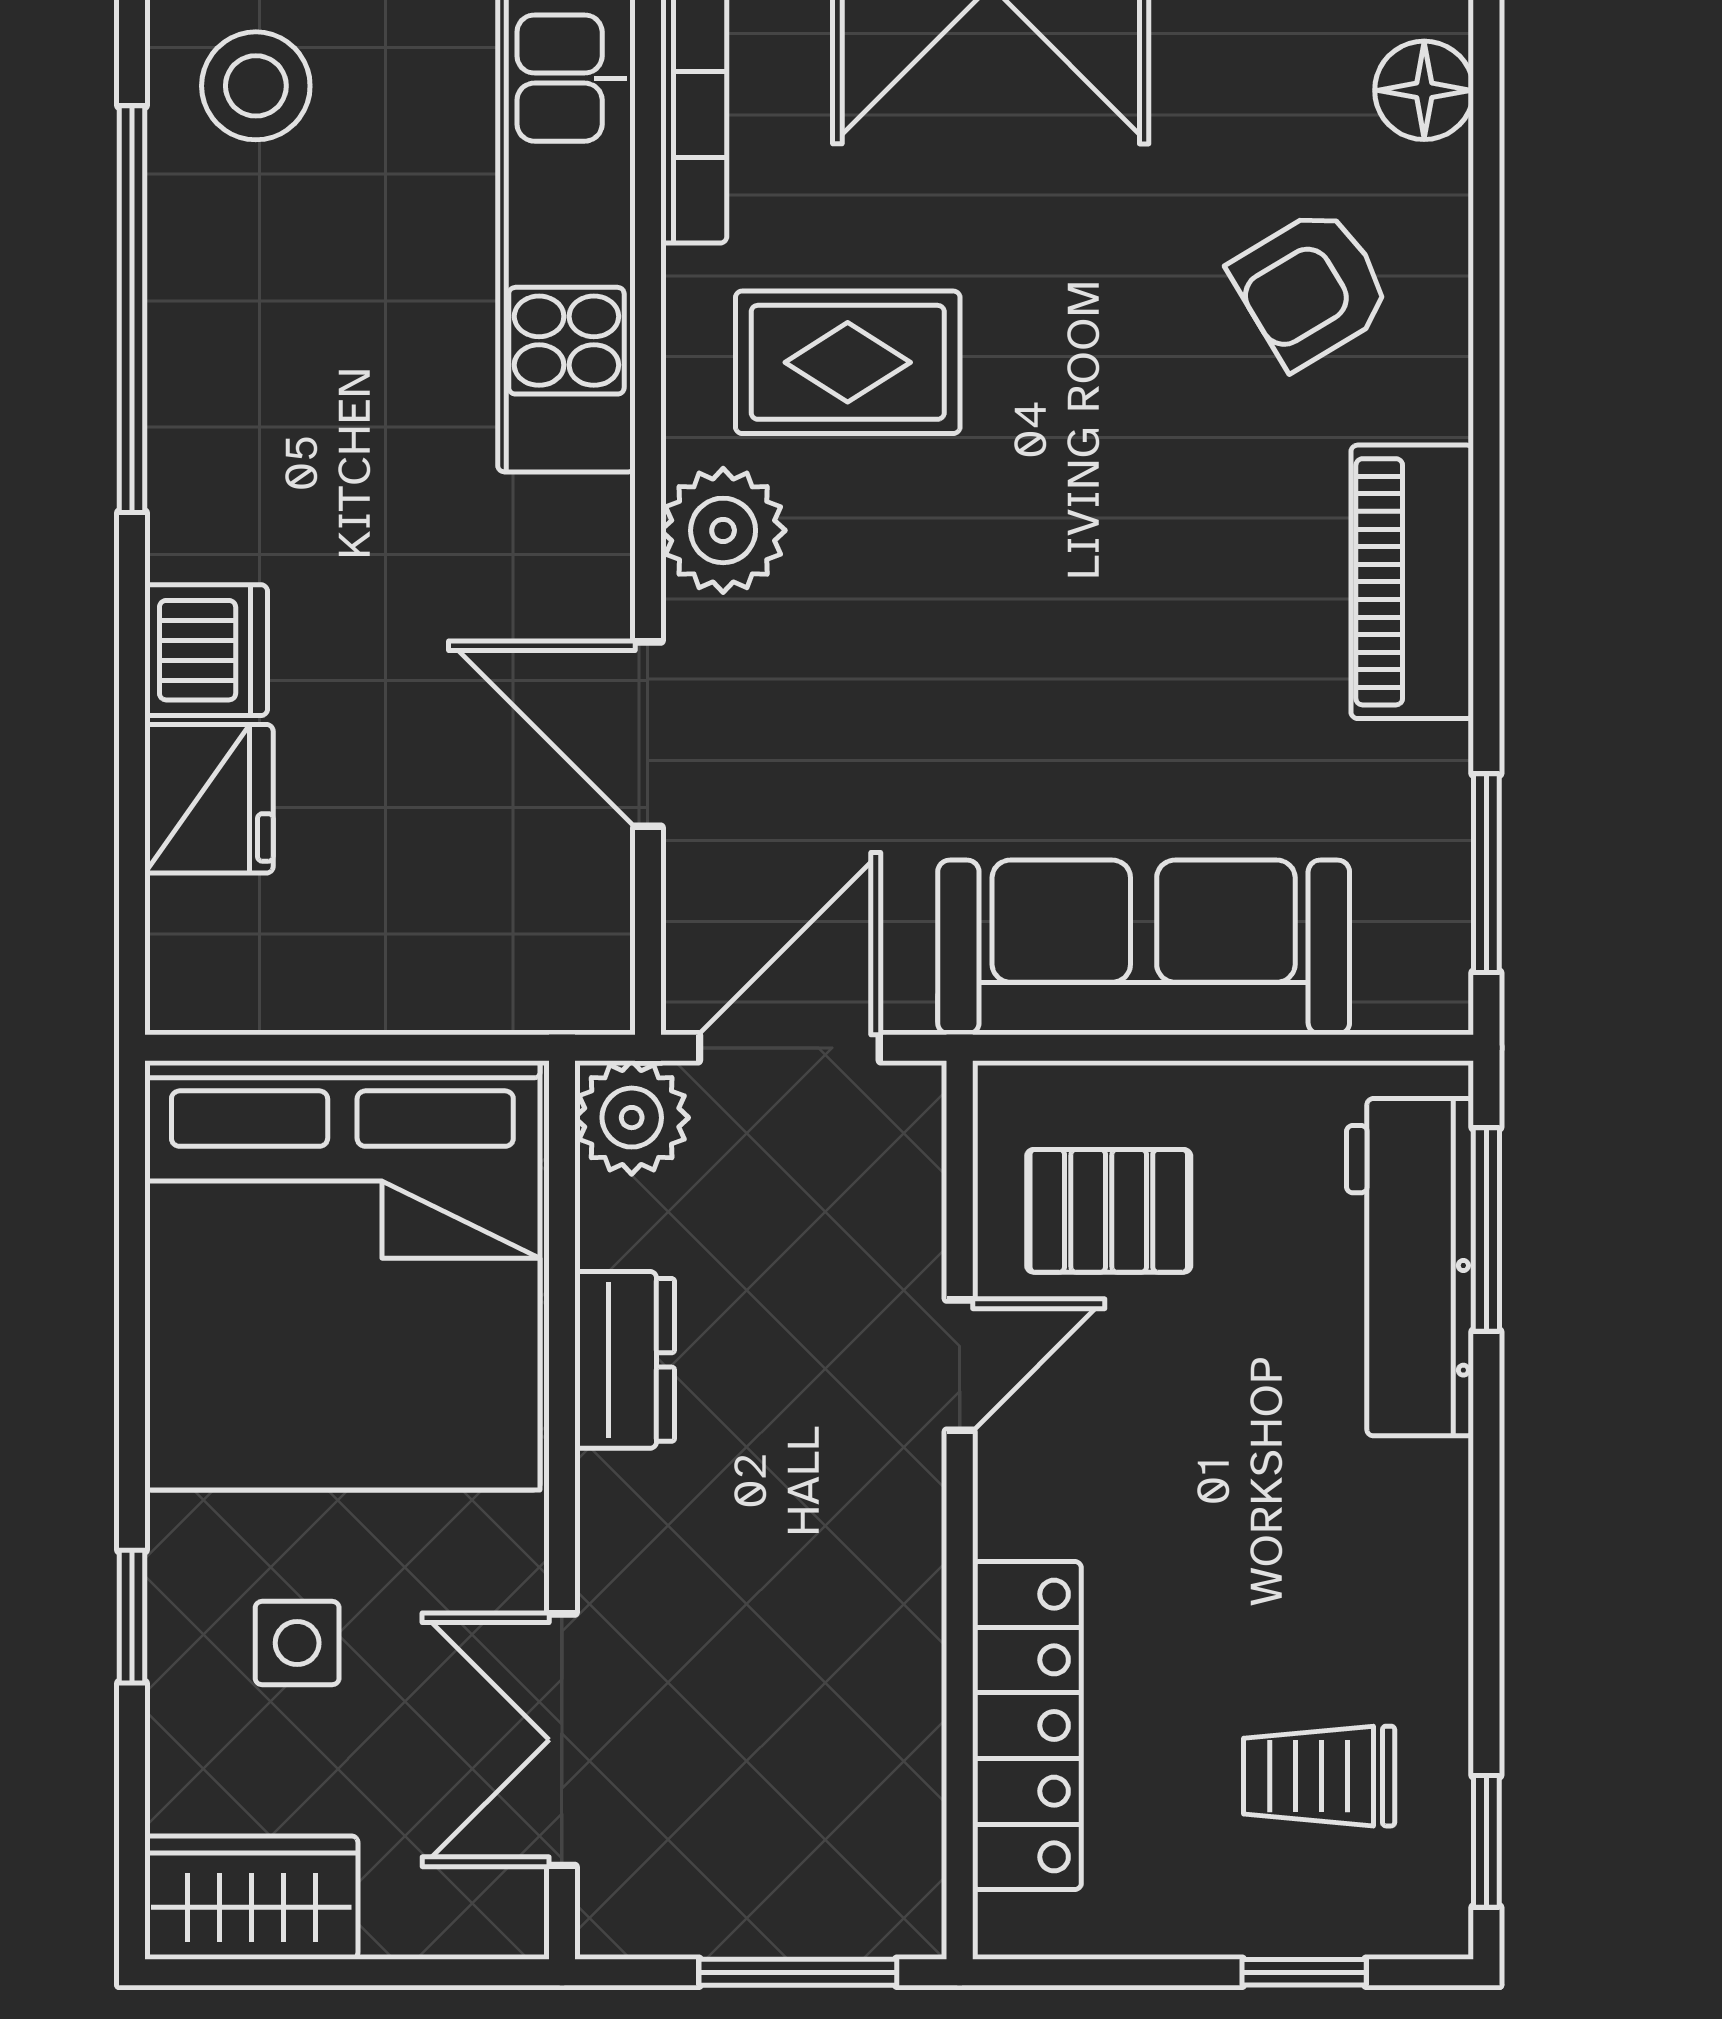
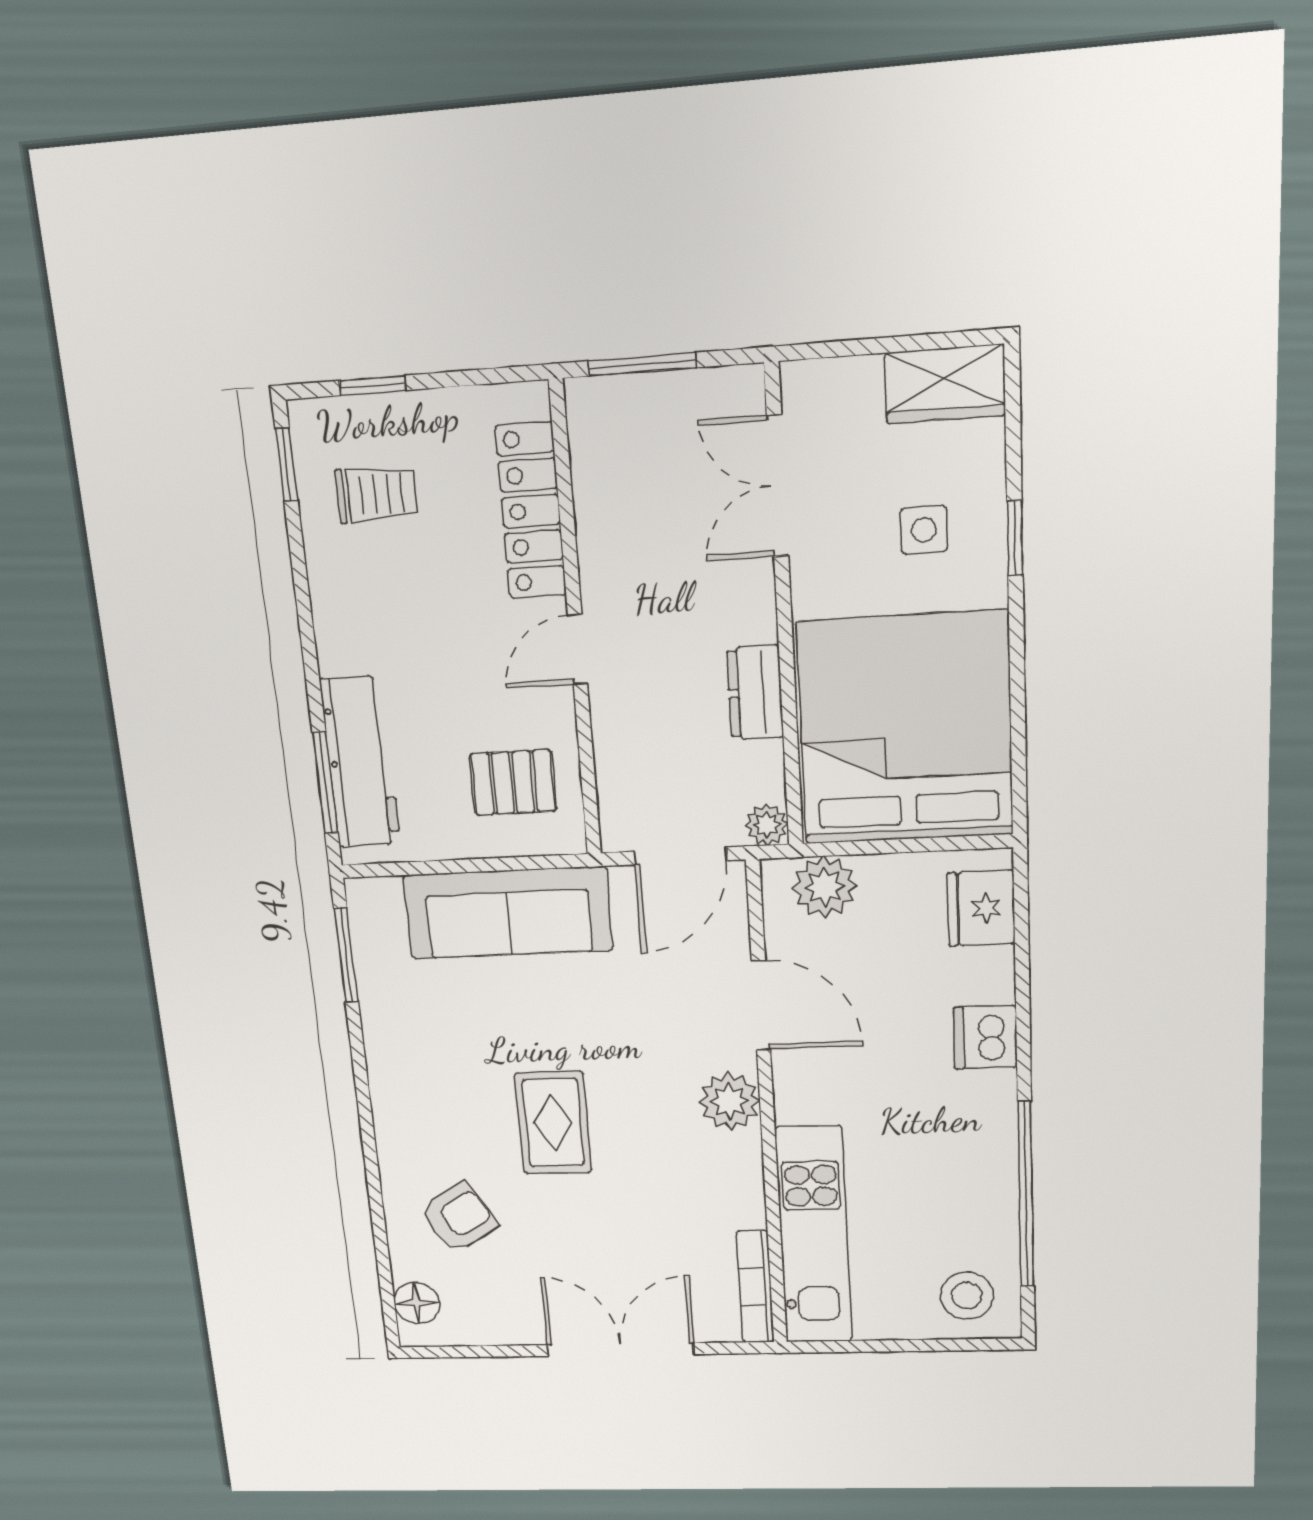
rug: (848, 362) -> (553, 1123), moved, turned 90
piano: (1412, 582) -> (397, 1088), removed
fridge: (209, 799) -> (981, 908), moved
plant: (510, 972) -> (824, 887), added
plant: (632, 1118) -> (767, 825), width x0.73, depth x0.73
door: (960, 1365) -> (578, 649), moved
double door: (562, 1740) -> (778, 486), swing flipped

